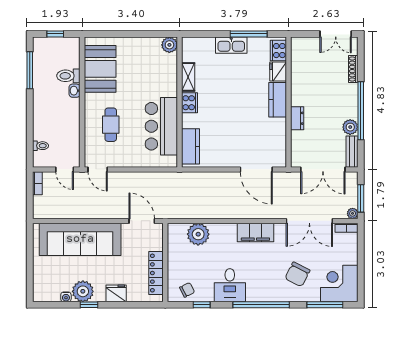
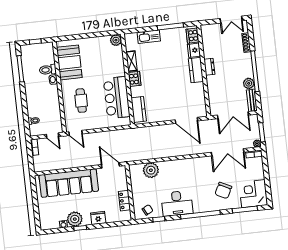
kitchen sink: (231, 45) -> (149, 37), moved
dresser: (297, 118) -> (209, 67), moved
filing cabinet: (255, 233) -> (191, 165), removed
locker: (156, 273) -> (124, 201), width x0.66
desk: (230, 285) -> (177, 203), width x1.37

